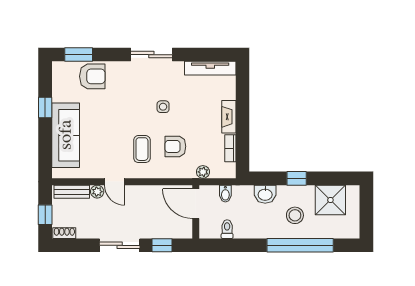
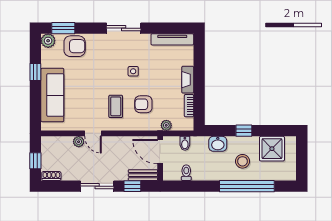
plant: (60, 70) -> (48, 41), added
bench: (72, 192) -> (143, 175), moved

